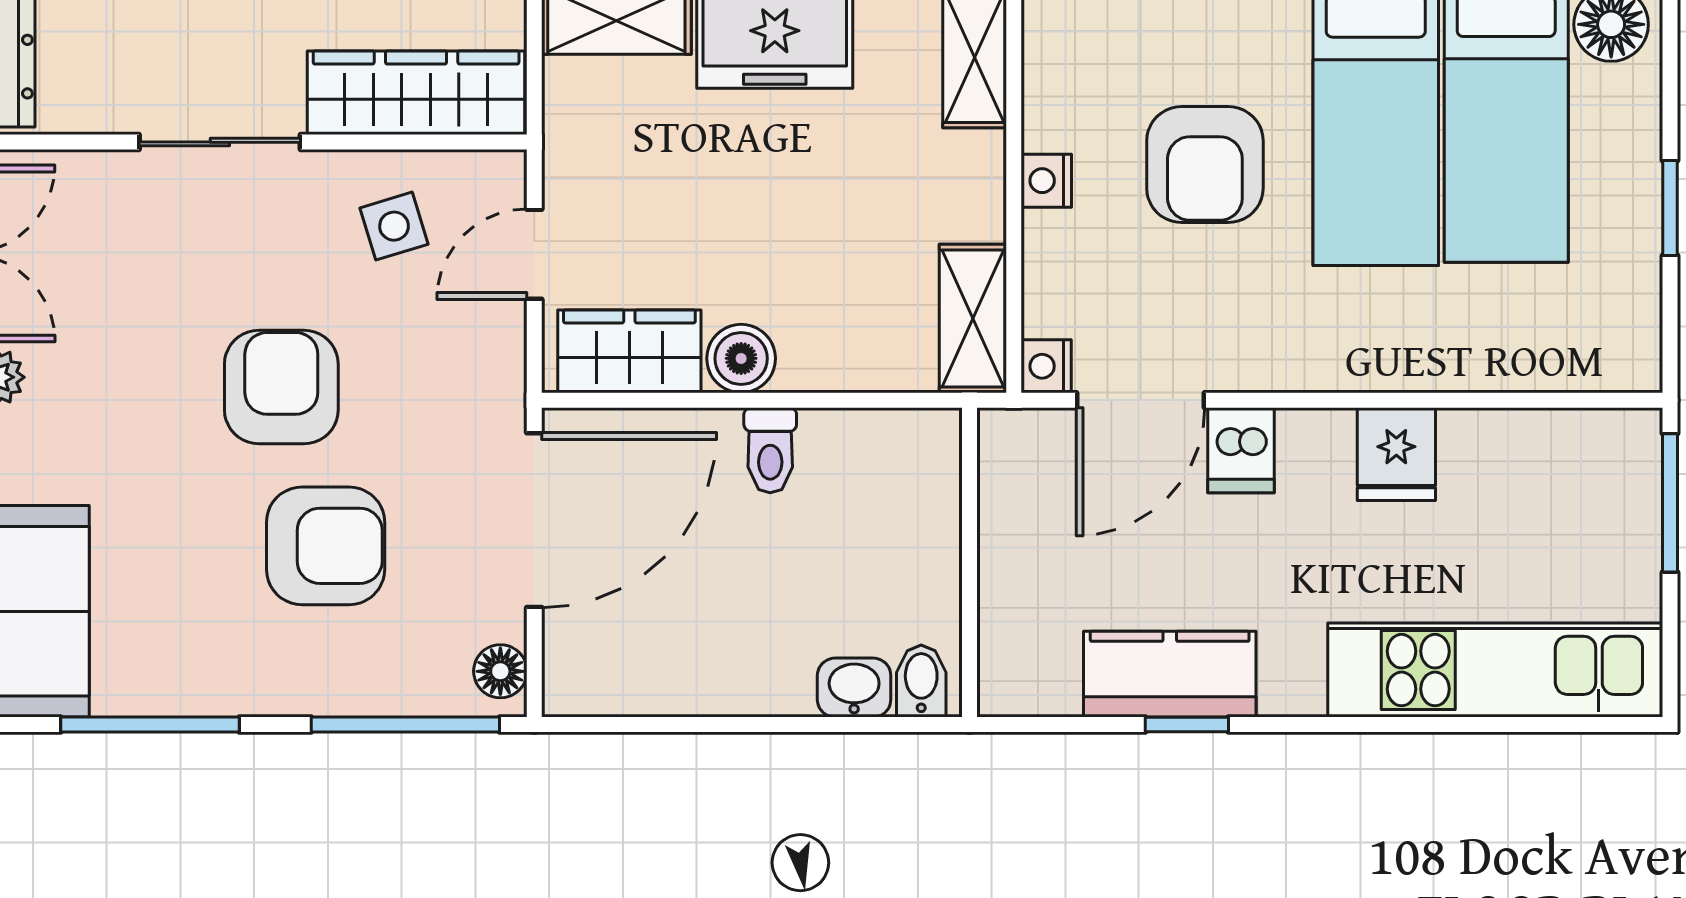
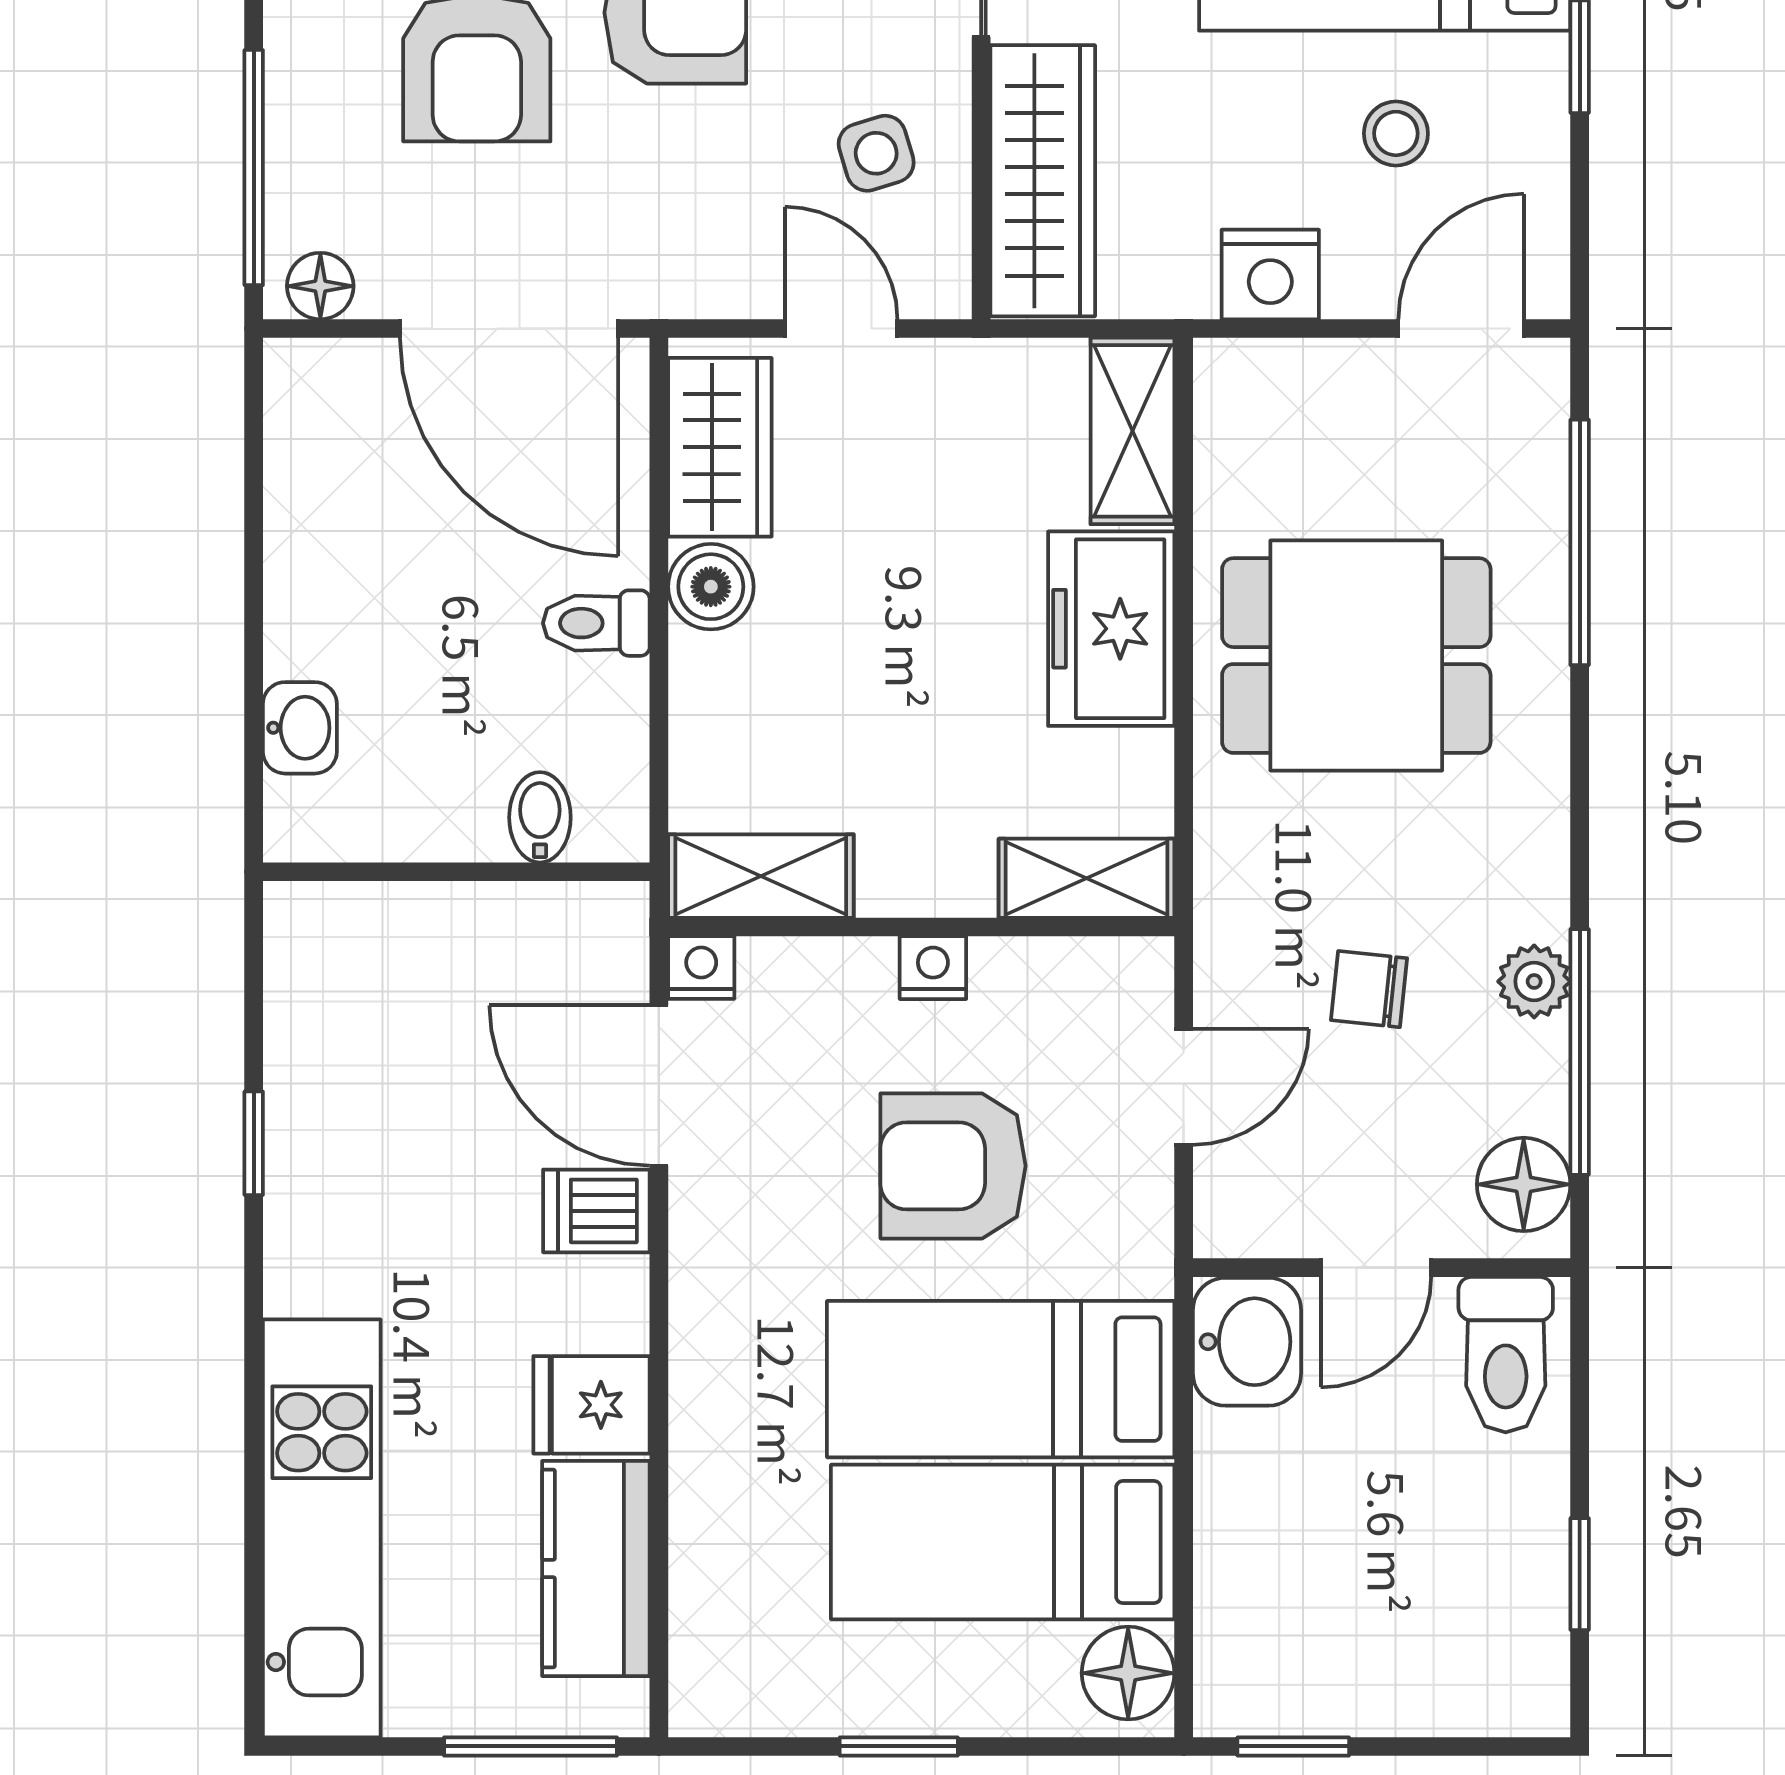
kitchen counter: (1170, 674) -> (596, 1568), moved, turned 180
bidet: (921, 681) -> (540, 817), moved, turned -90

